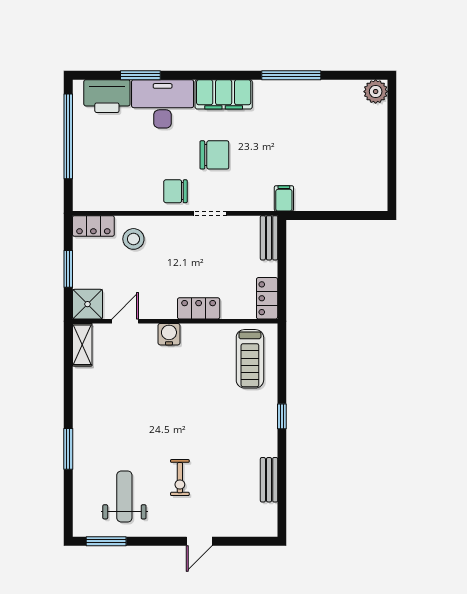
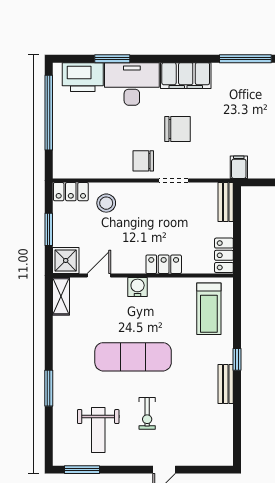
exercise mat: (164, 413) -> (133, 357), added
bench: (269, 480) -> (226, 384), moved
weight bench: (124, 496) -> (98, 430), turned 180

